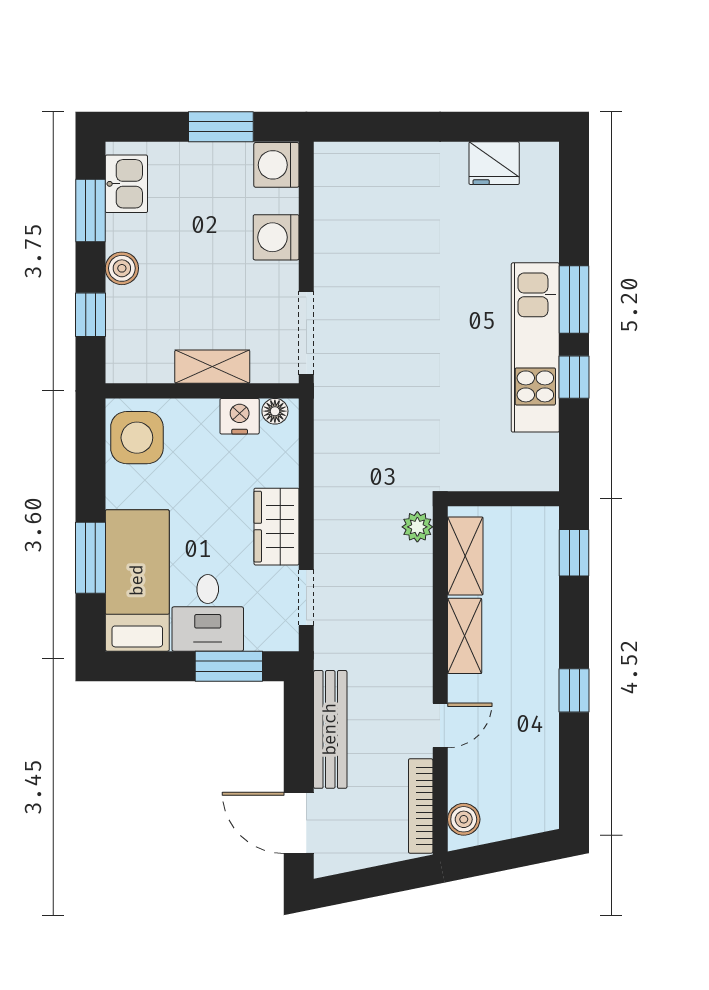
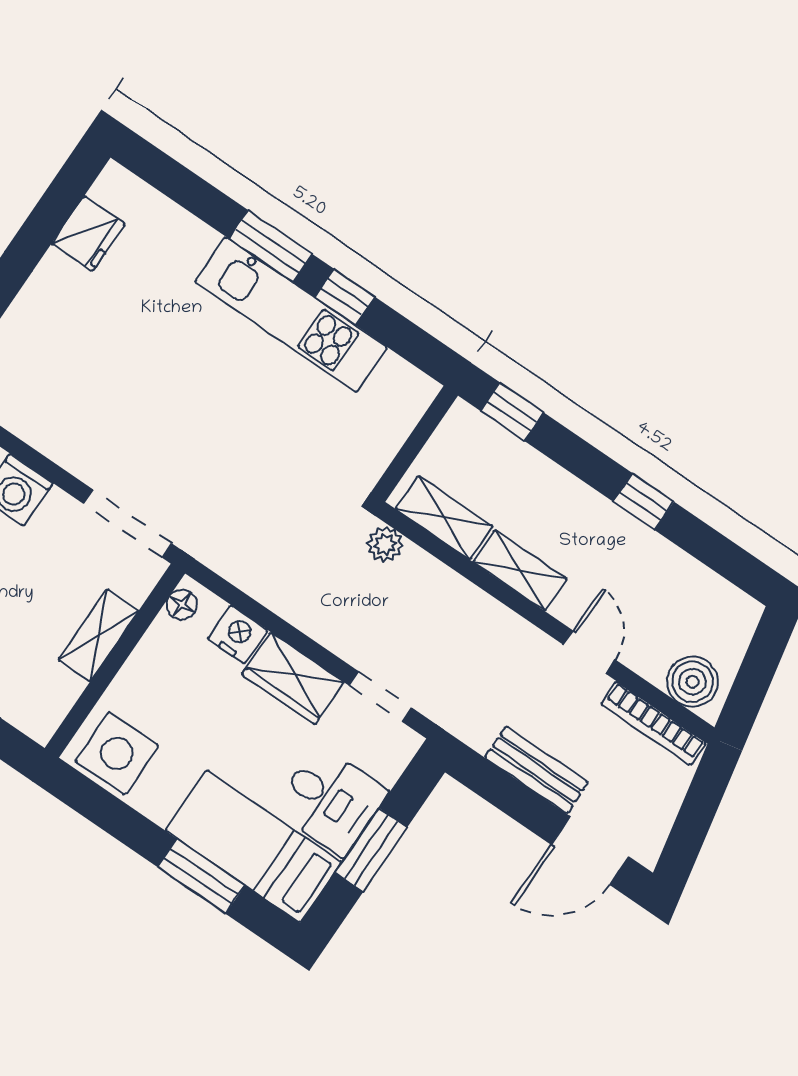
nightstand: (240, 416) -> (238, 634), moved, turned 90
window: (229, 666) -> (371, 850), moved
bench: (330, 729) -> (536, 770), width x0.73
boiler: (464, 819) -> (692, 682), width x1.36, depth x1.36

